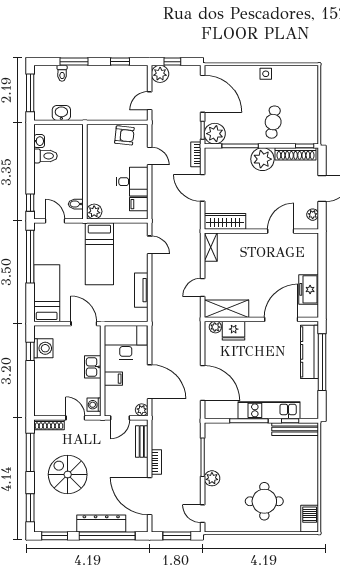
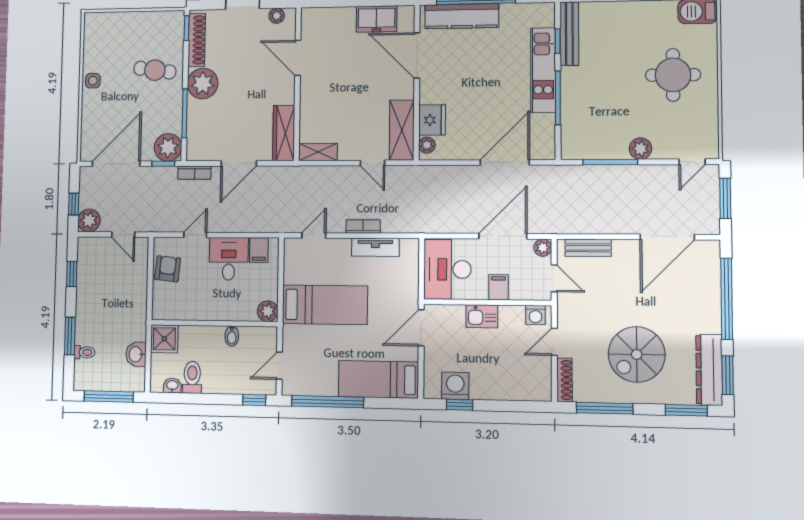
shower: (73, 134) -> (164, 339), added
bidet: (76, 204) -> (232, 336), moved
bookcase: (156, 462) -> (363, 226), moved
dresser: (101, 524) -> (709, 370), moved

